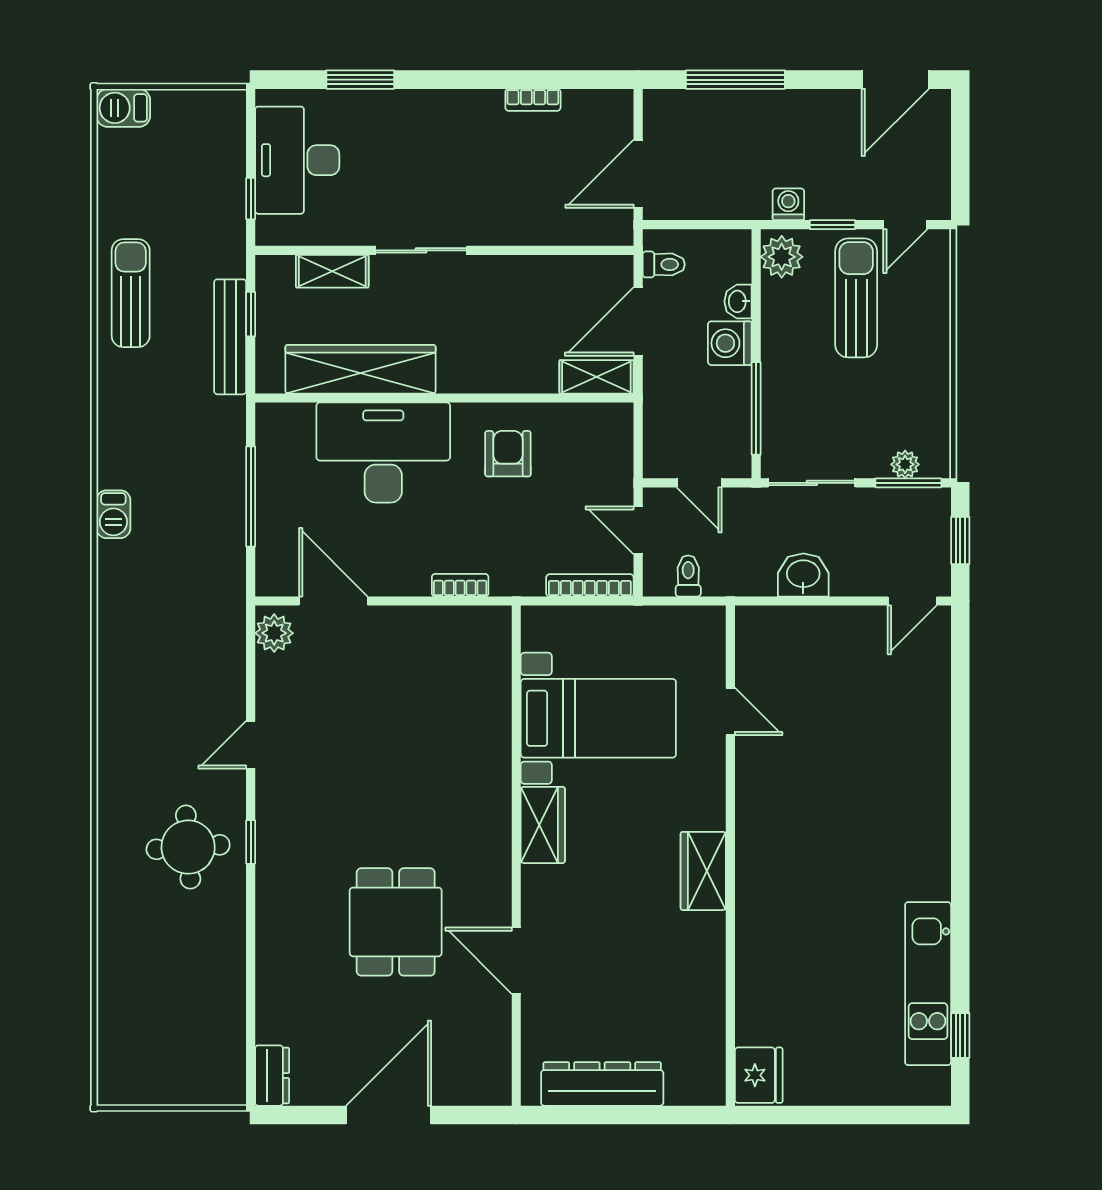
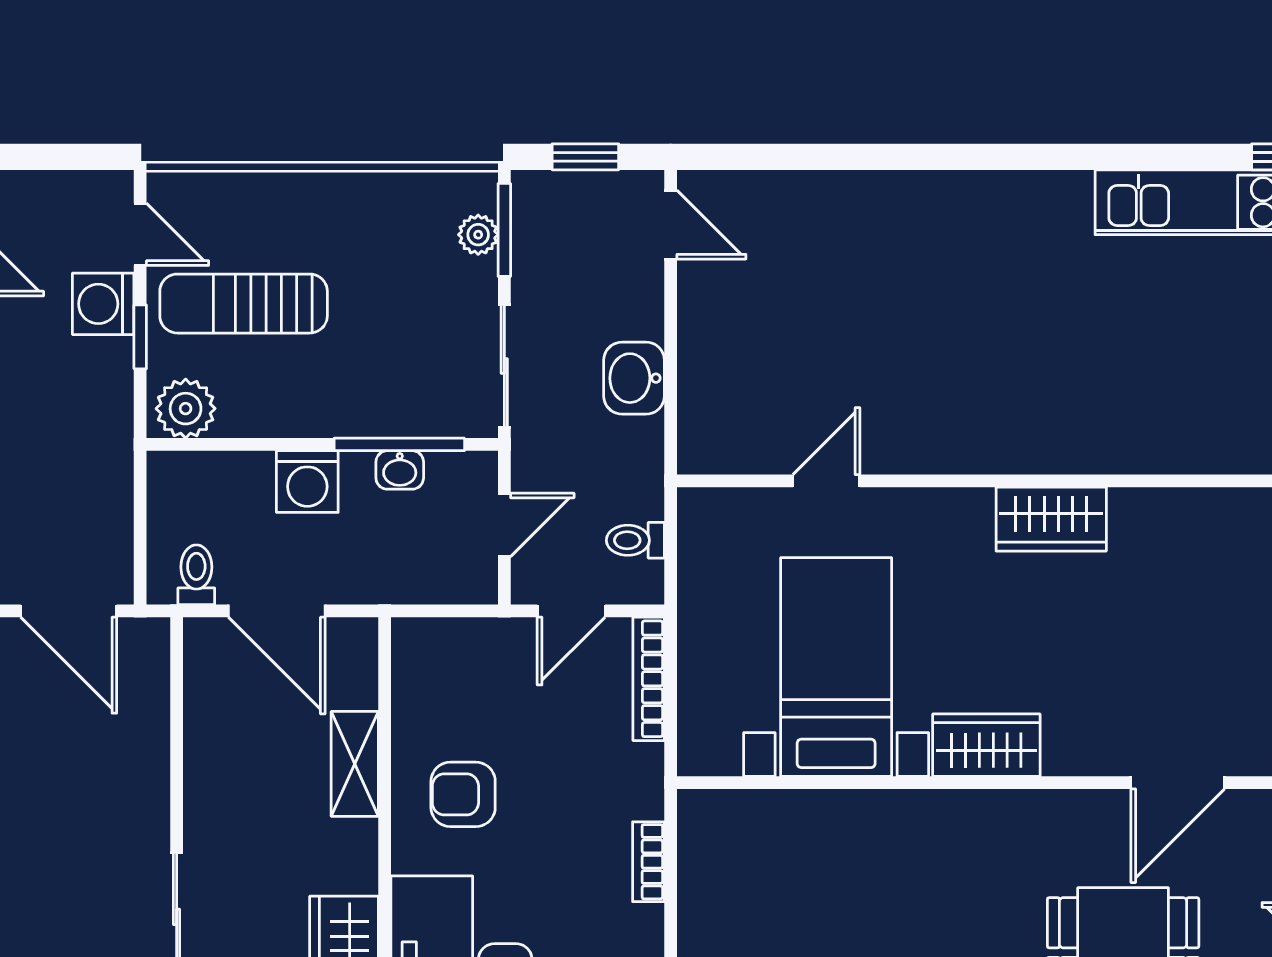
washing machine: (788, 204) -> (103, 304), moved, width x1.38, depth x1.38
washbasin: (738, 301) -> (400, 470), moved
shelving: (596, 377) -> (355, 764), moved

